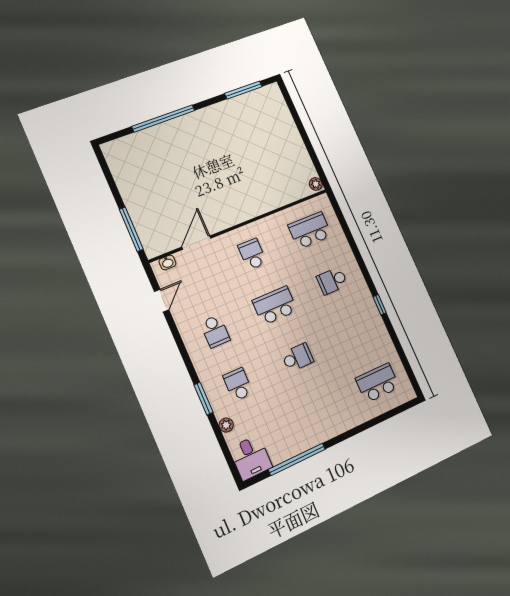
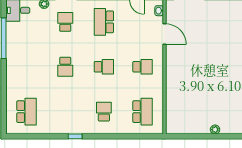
plant: (316, 184) -> (215, 130), moved
school desk: (275, 306) -> (104, 67), width x0.54
school desk: (215, 331) -> (104, 22), width x1.85
school desk: (238, 384) -> (65, 22), turned -90

